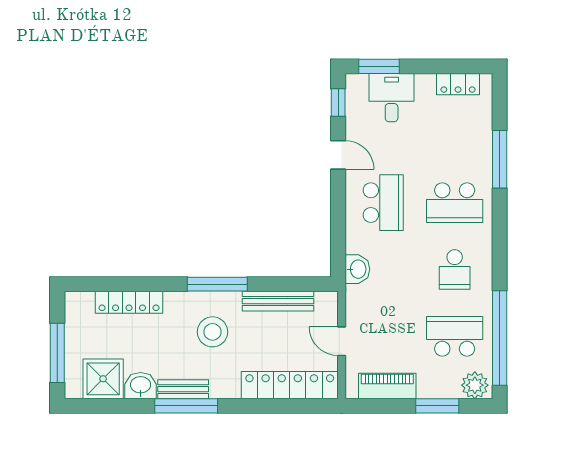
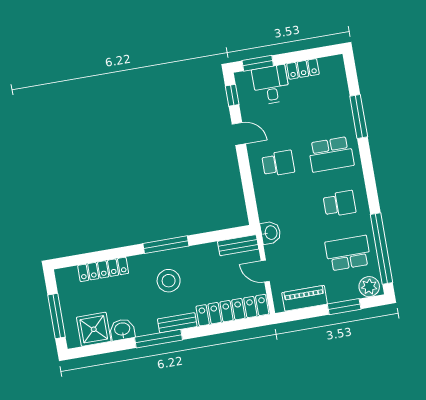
locker: (458, 84) -> (303, 69), moved
school desk: (383, 203) -> (278, 163), width x0.54
washbasin: (357, 269) -> (271, 233), moved
school desk: (455, 269) -> (340, 204), turned -90
bench: (278, 301) -> (238, 245), moved, width x0.73
bench: (183, 389) -> (177, 323), moved

